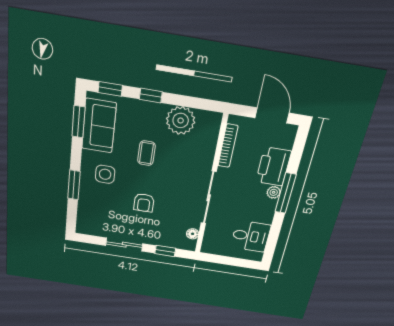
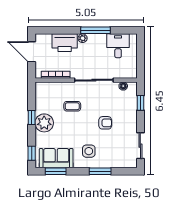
window: (151, 96) -> (32, 117), moved
door: (272, 115) -> (32, 52), hinge flipped
plant: (181, 121) -> (44, 123), moved
coffee table: (146, 153) -> (72, 106), moved
window: (286, 193) -> (96, 30), moved
sliding door: (124, 245) -> (140, 146), moved

